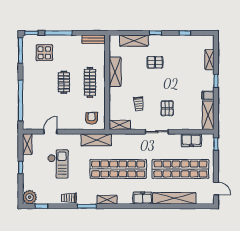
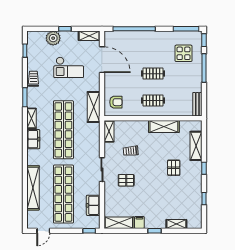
clothes rail: (90, 82) -> (153, 100), width x0.73
door: (50, 132) -> (102, 60), width x1.88
plant: (30, 197) -> (53, 38), moved
freezer: (143, 198) -> (33, 139), moved

